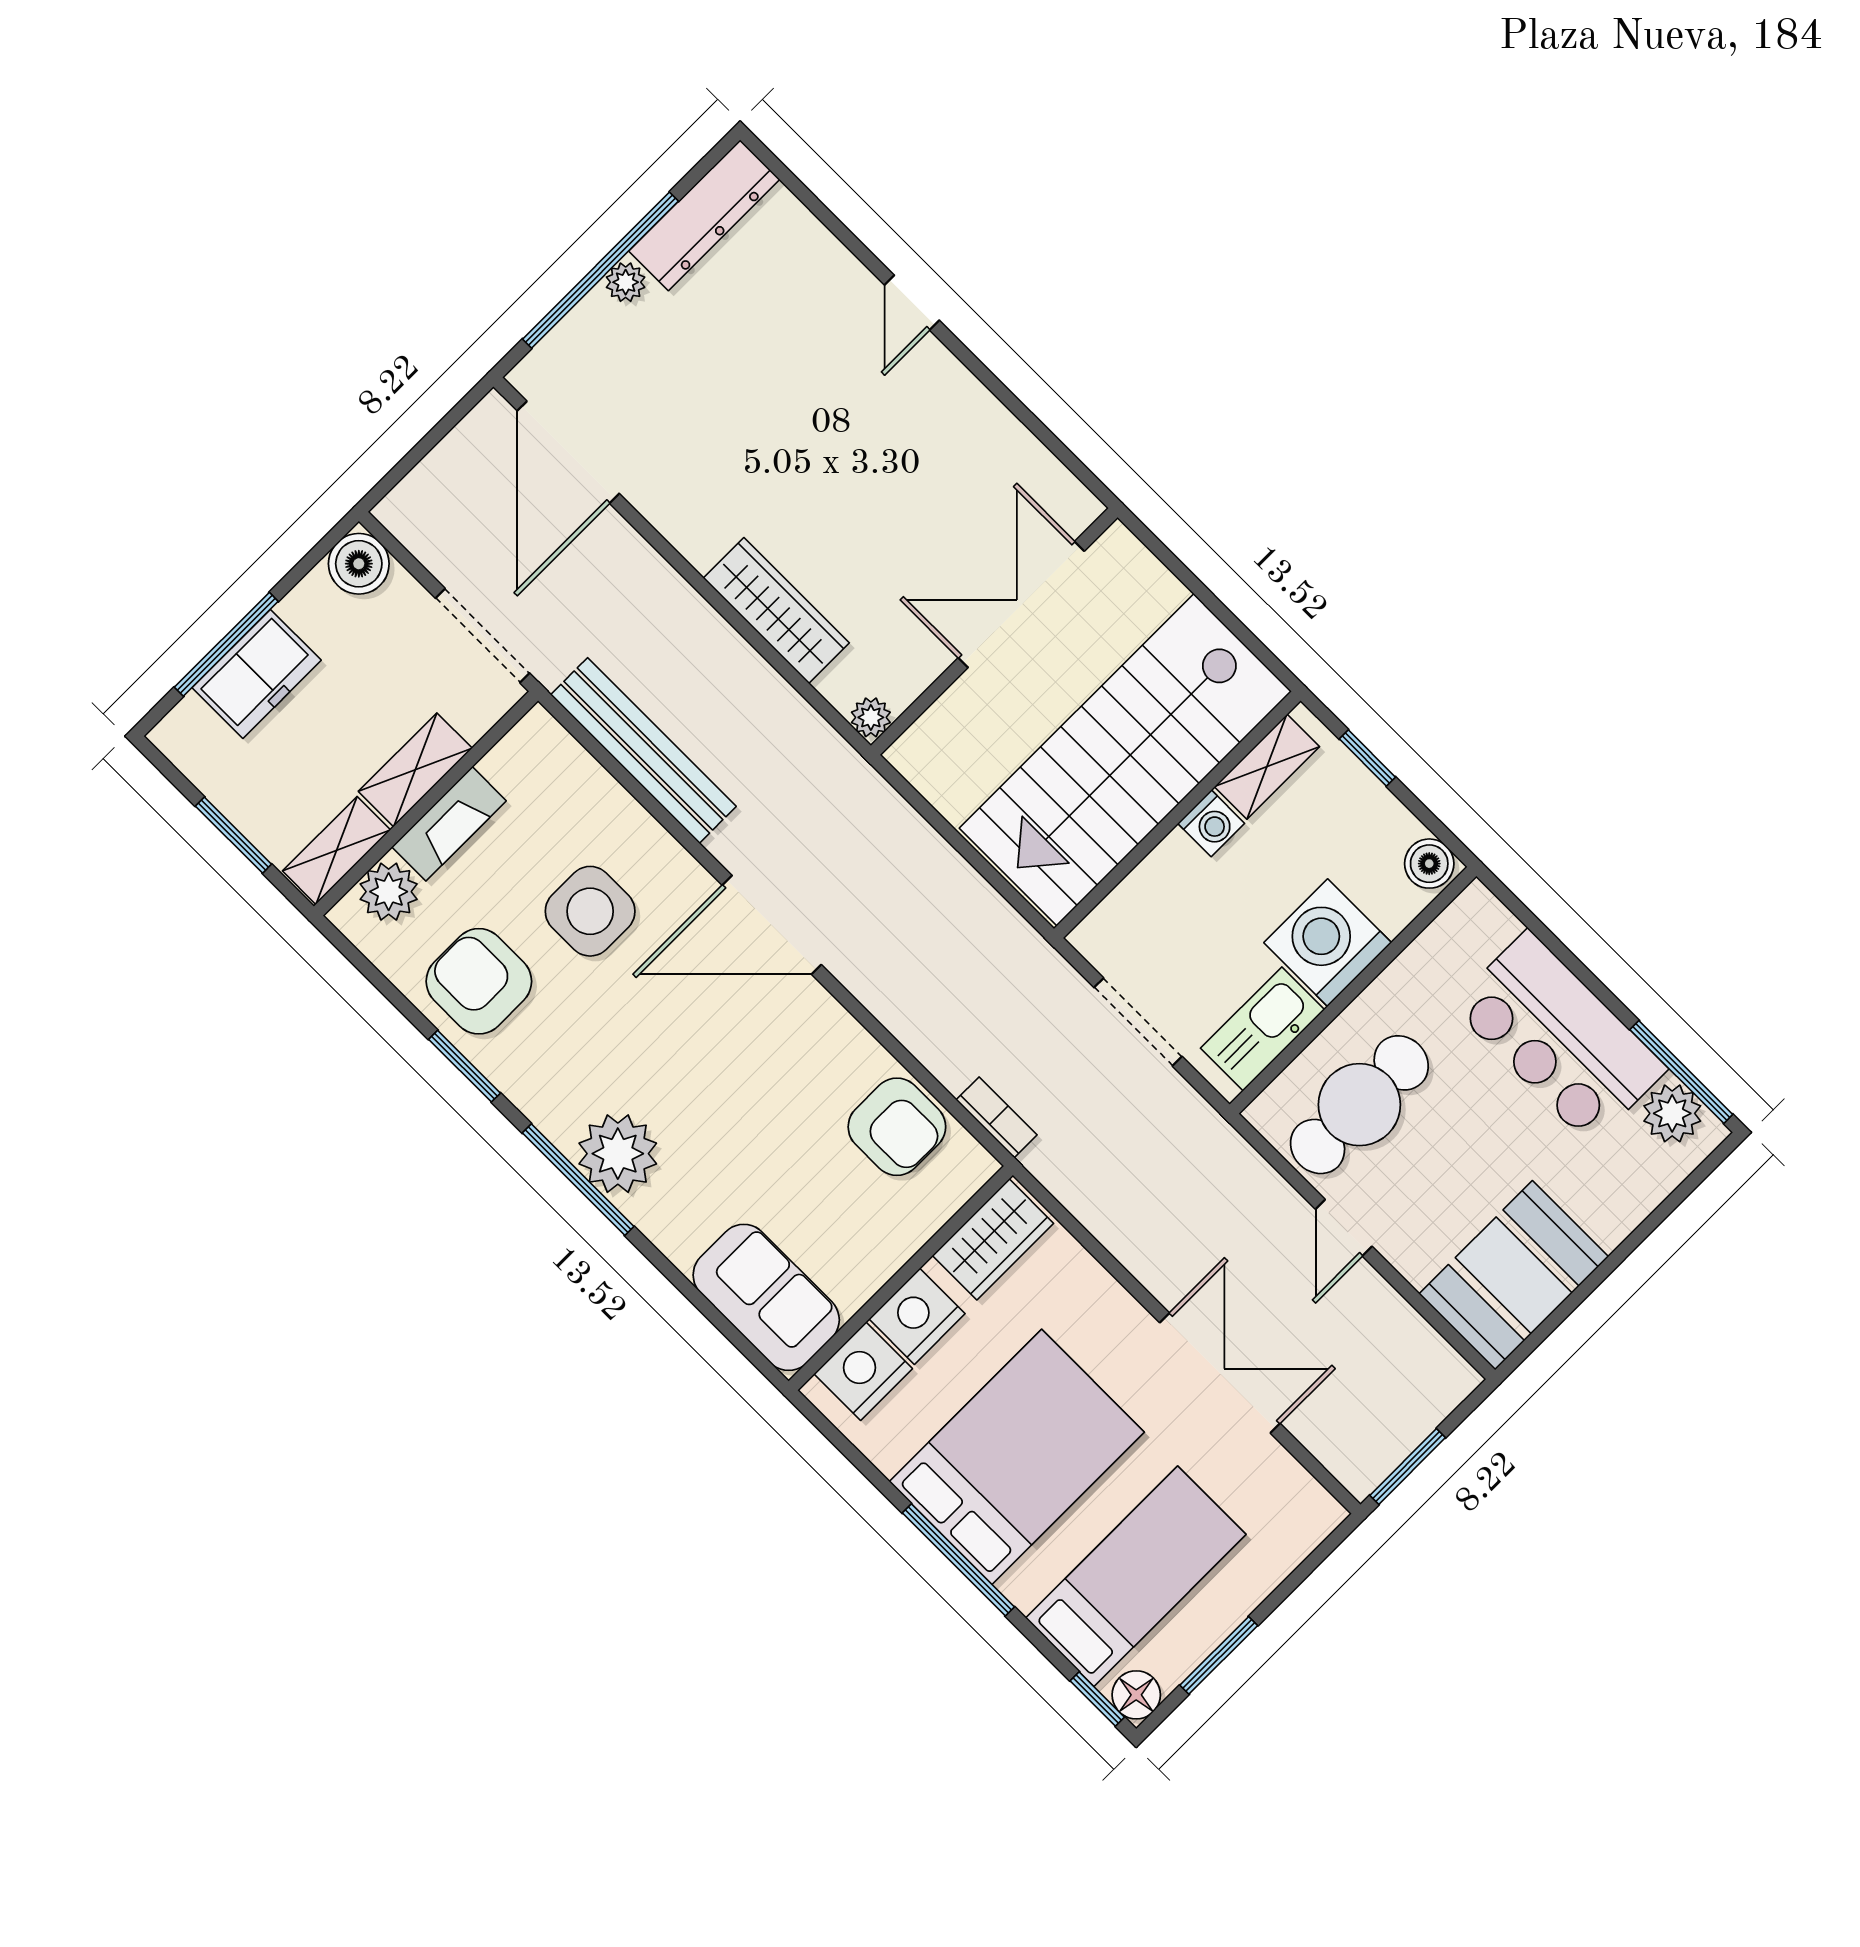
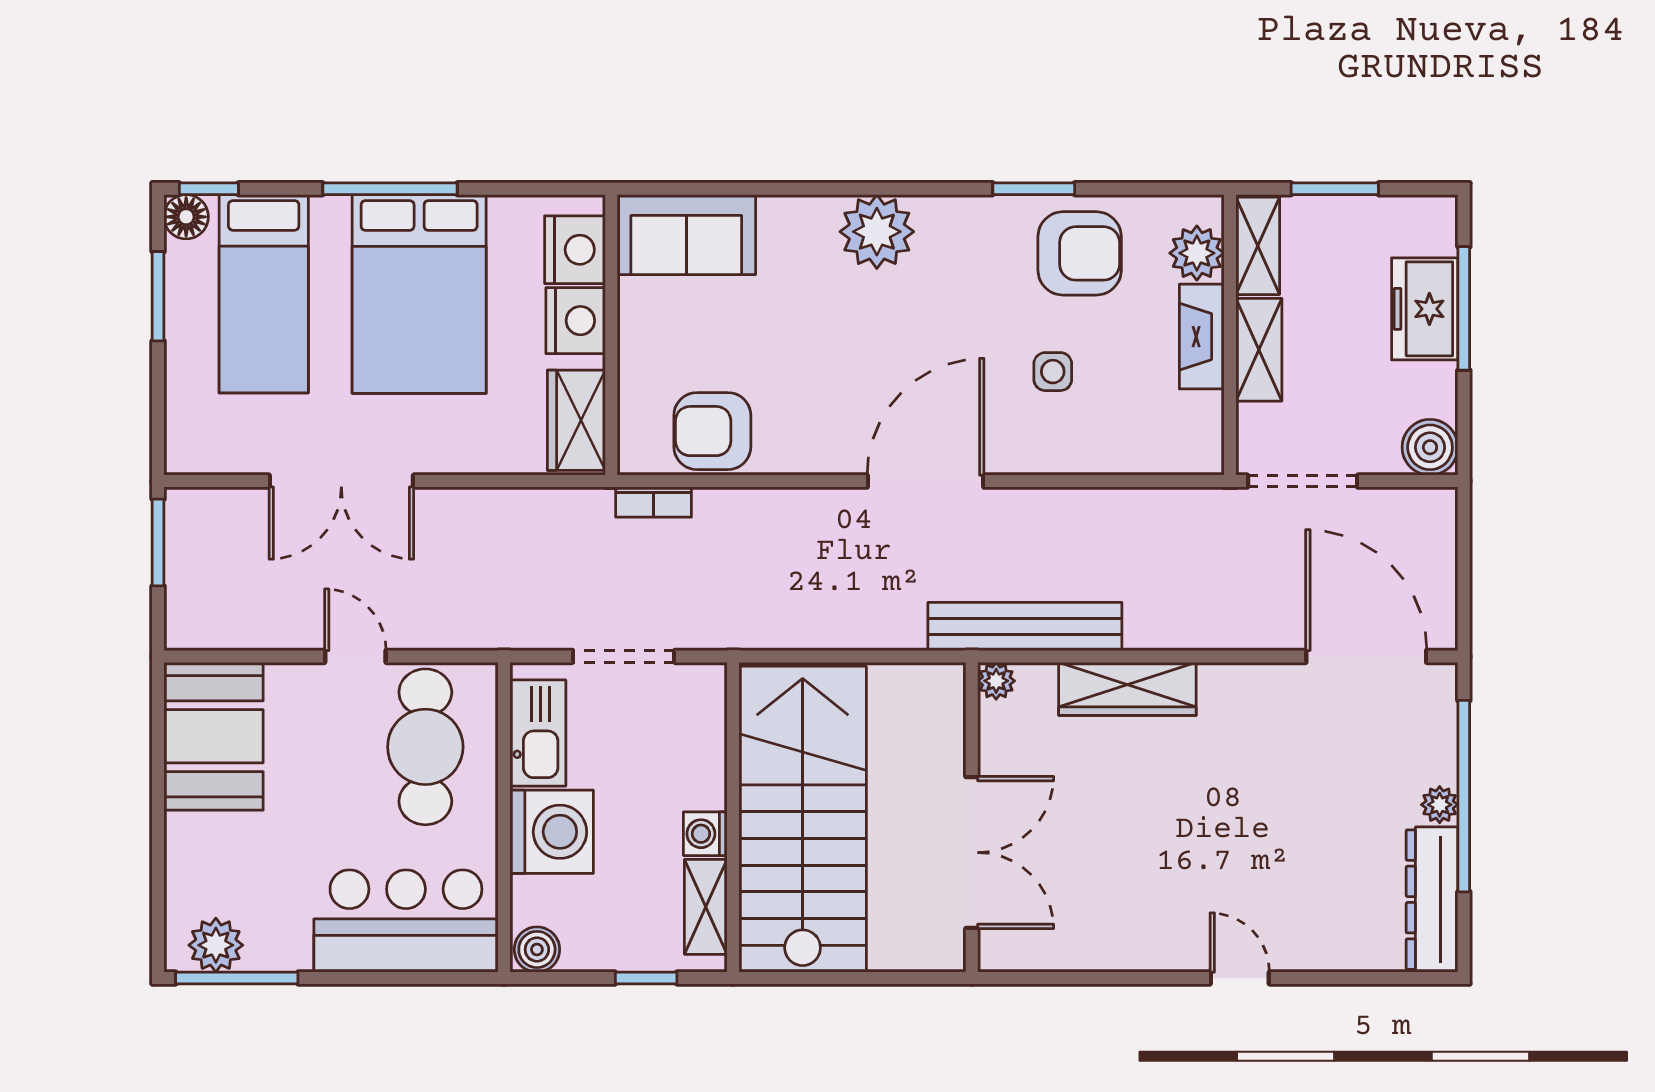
bench: (643, 751) -> (1025, 626), moved
side table: (590, 911) -> (1053, 372), width x0.54, depth x0.54
bar counter: (1559, 1037) -> (406, 921), moved
window: (578, 1180) -> (886, 189), removed

